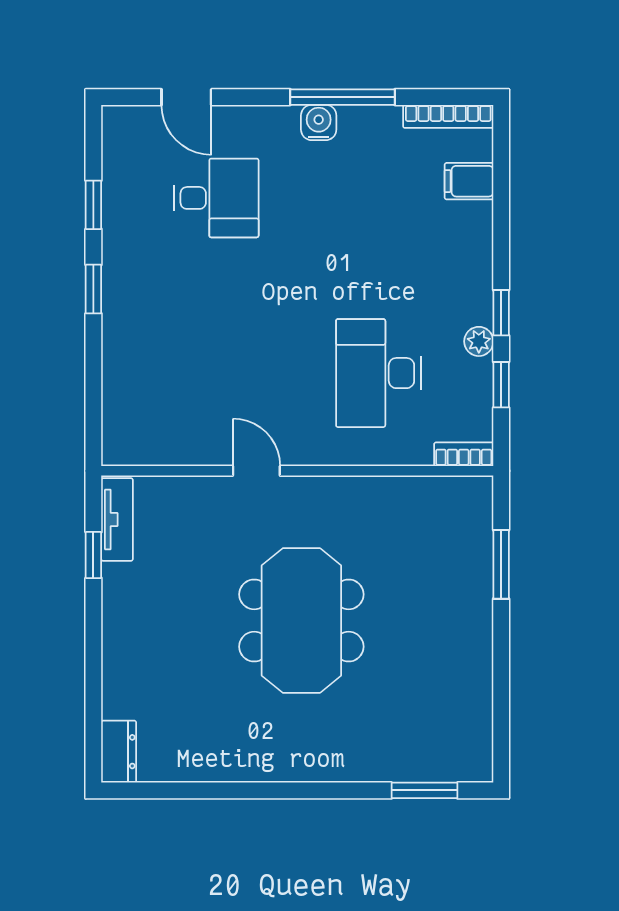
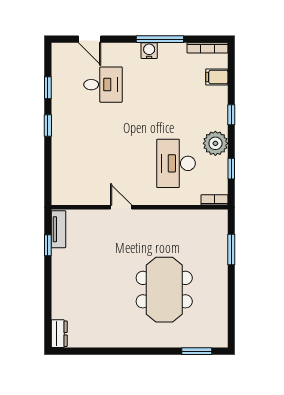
window: (501, 313) -> (231, 115), moved
plant: (479, 341) -> (215, 143), width x1.87, depth x1.87
meeting table: (301, 620) -> (164, 290), moved

